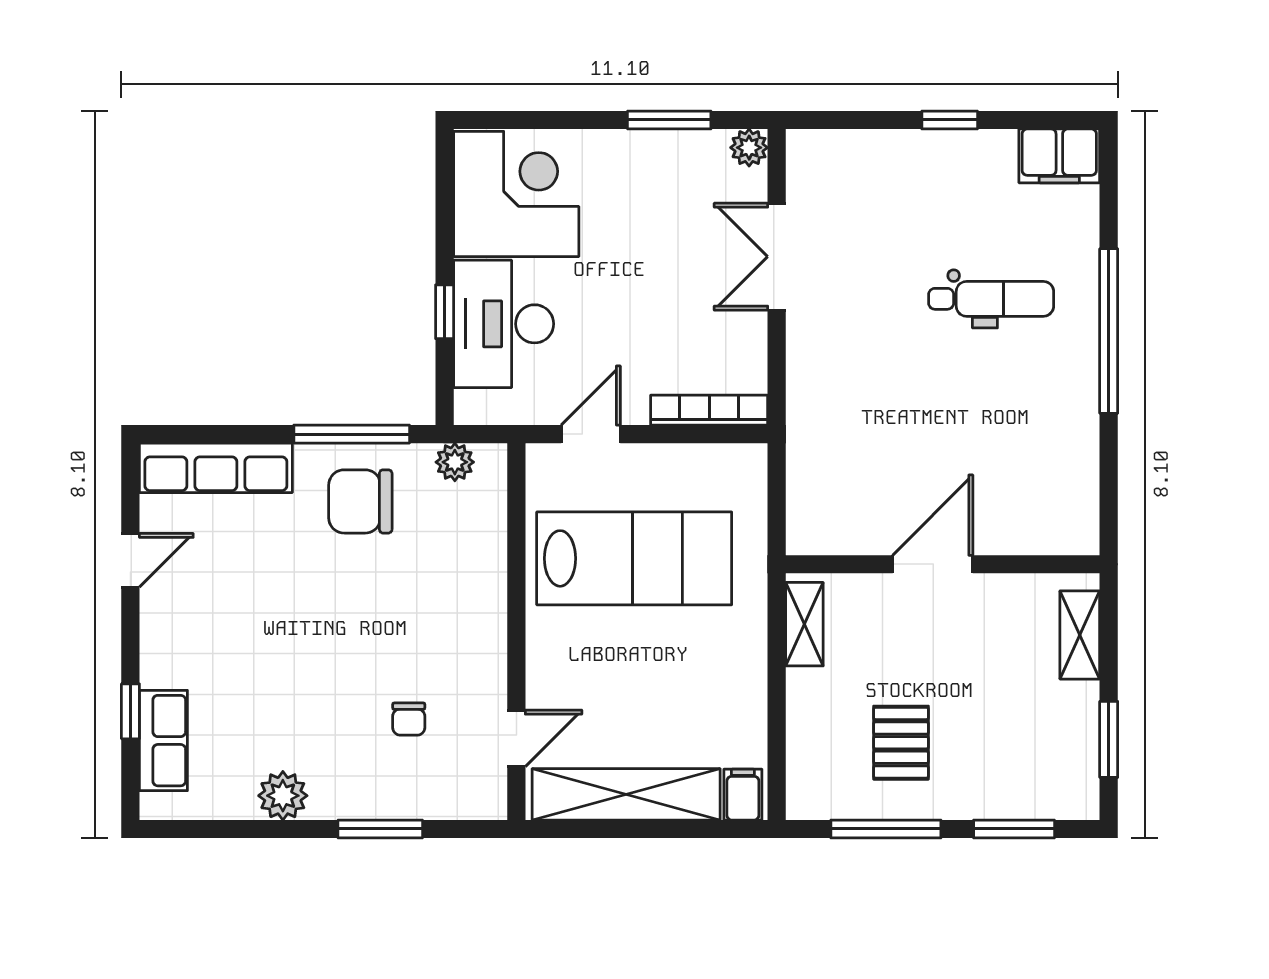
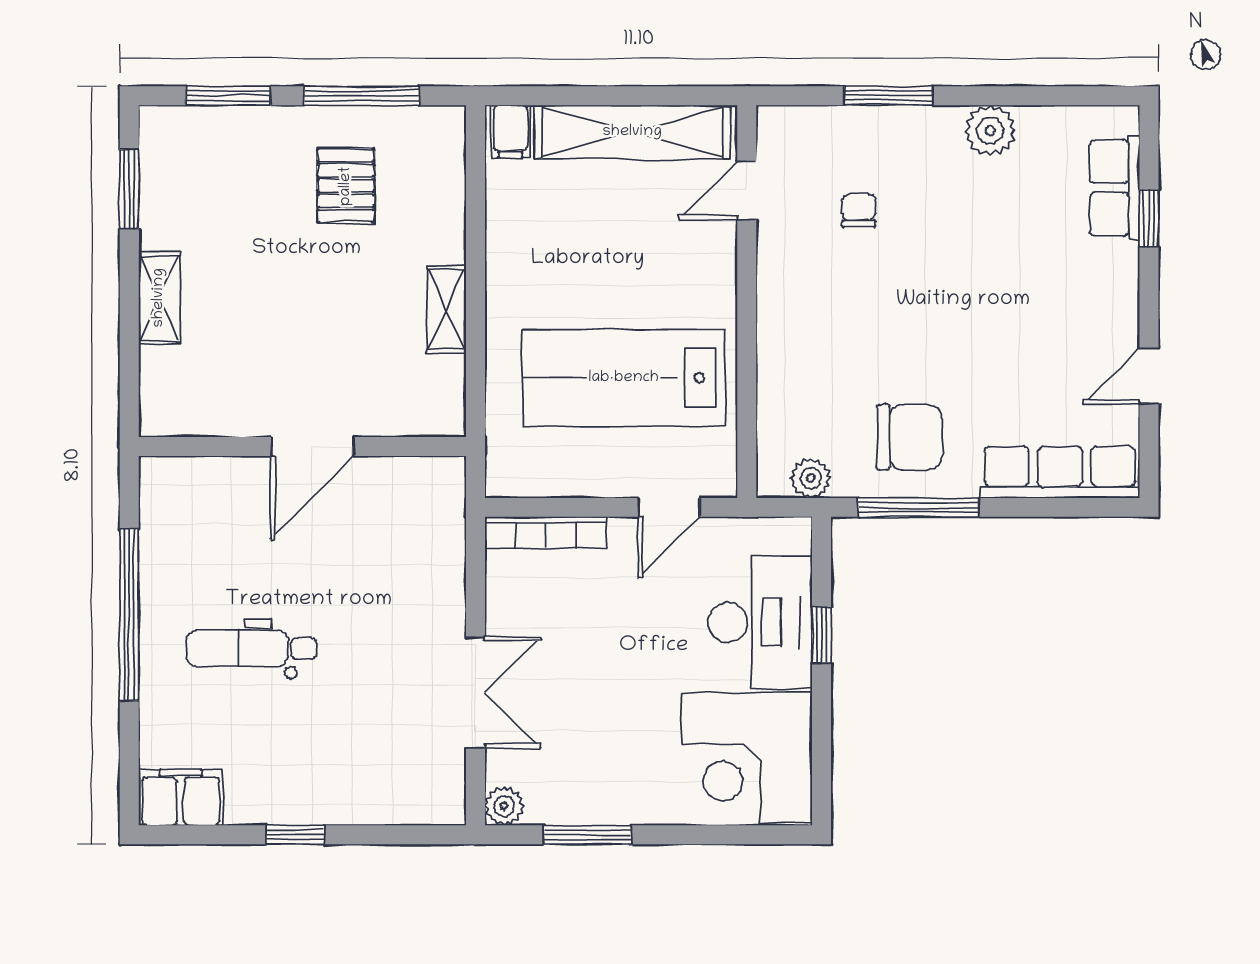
door: (933, 564) -> (313, 447), moved
wall: (943, 564) -> (302, 447), moved

